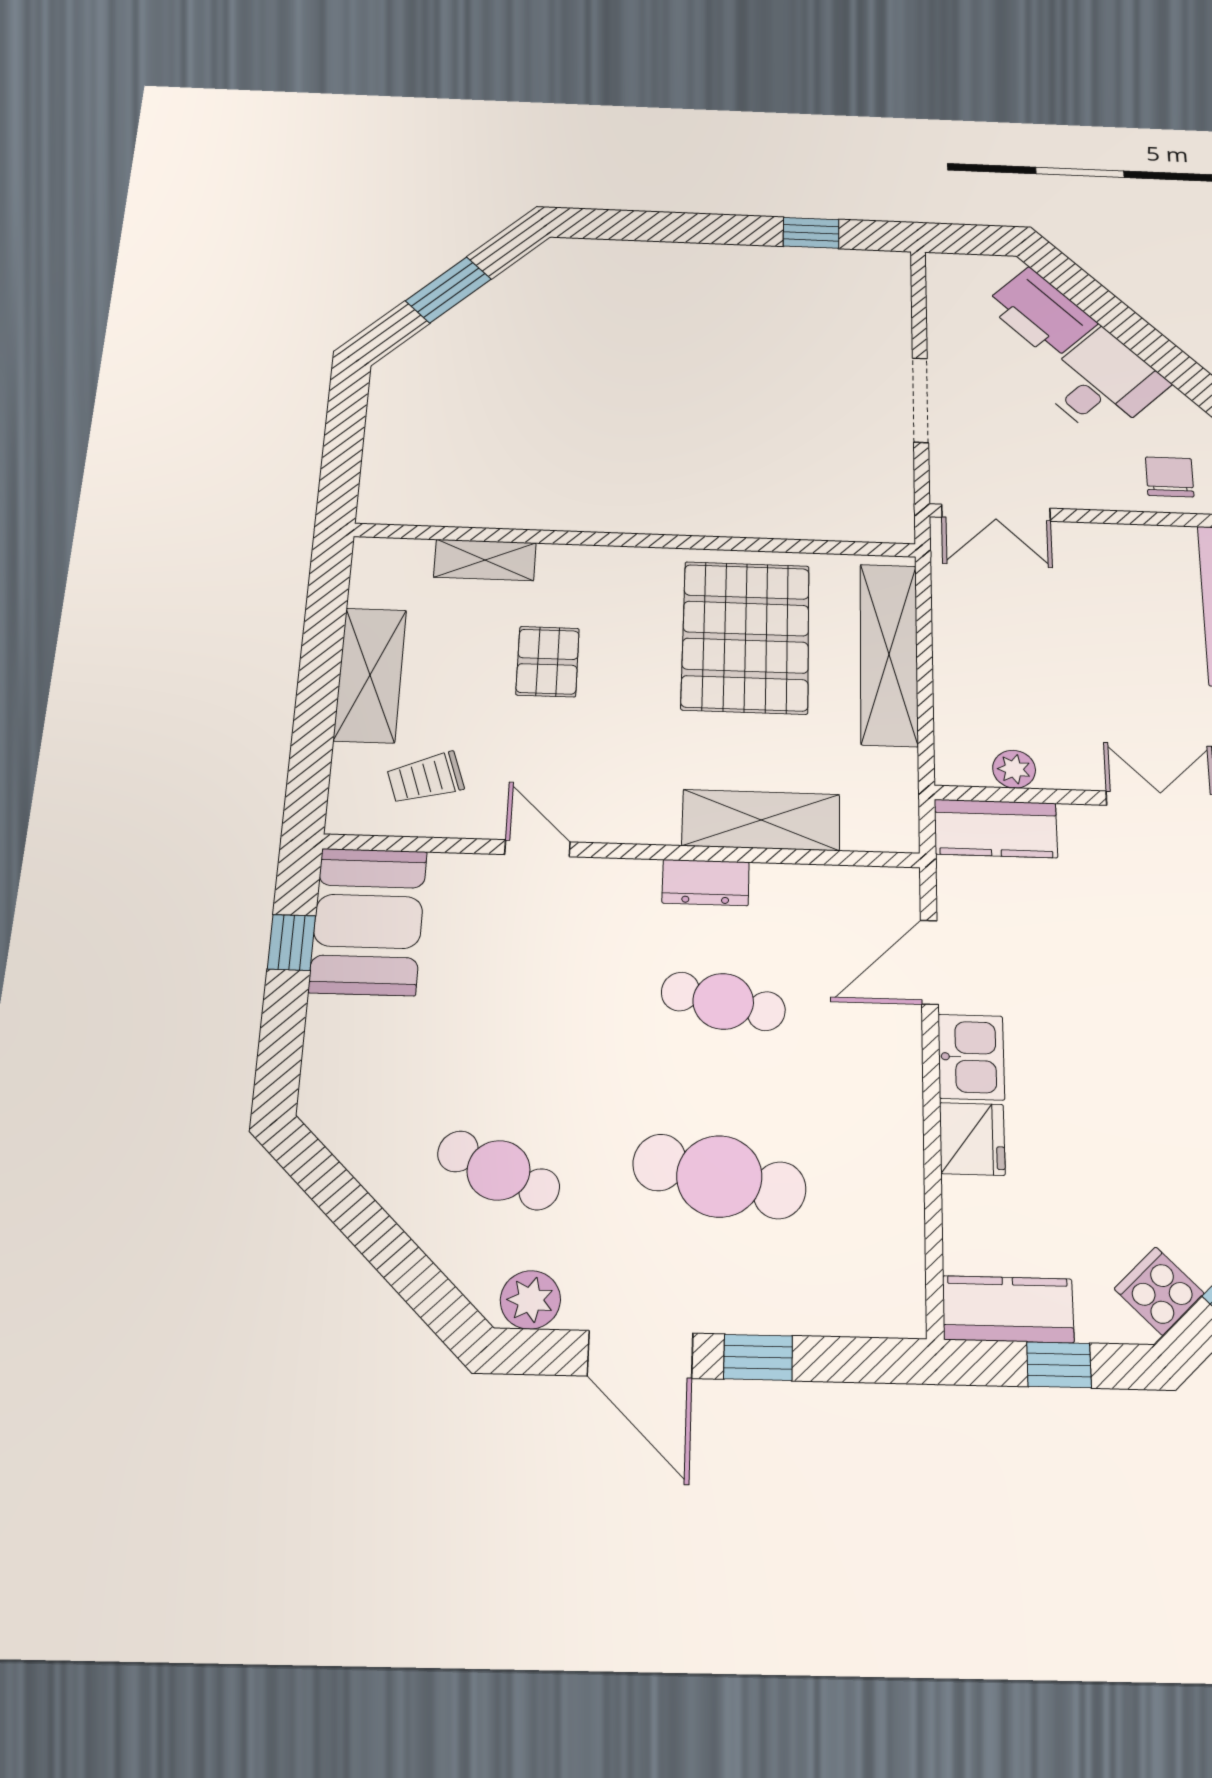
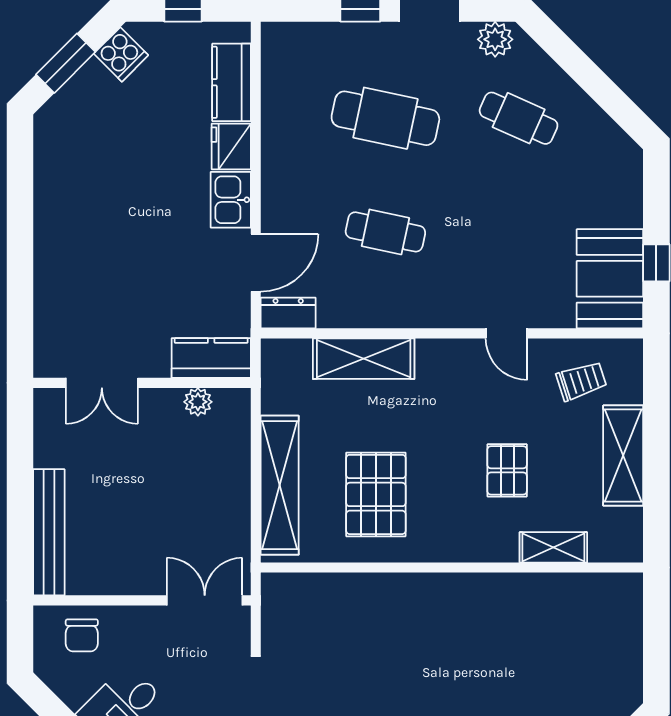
pallet: (746, 637) -> (376, 494), width x0.73, depth x0.71
dresser: (706, 883) -> (288, 313), moved
kitchen counter: (1008, 1309) -> (231, 82), moved, turned 90

